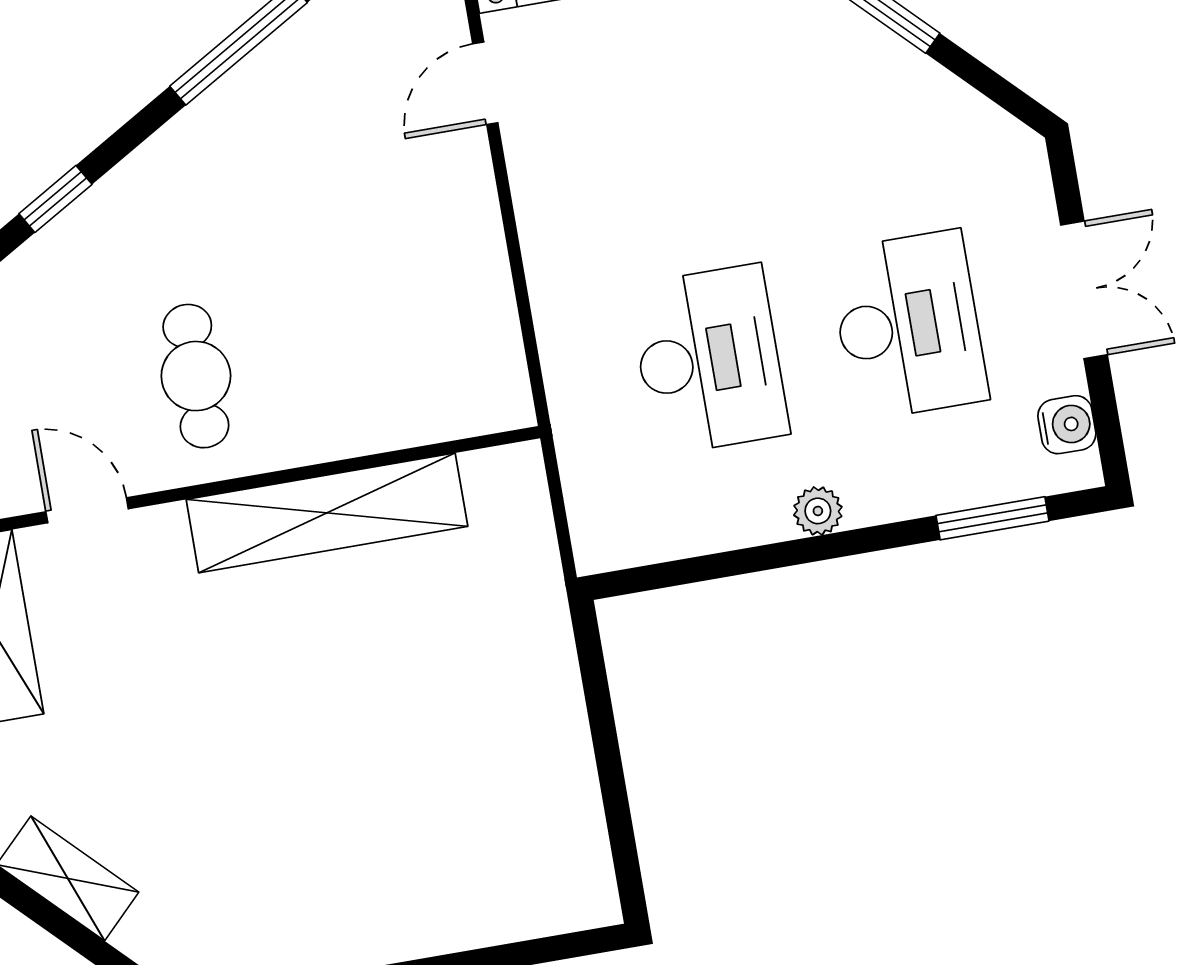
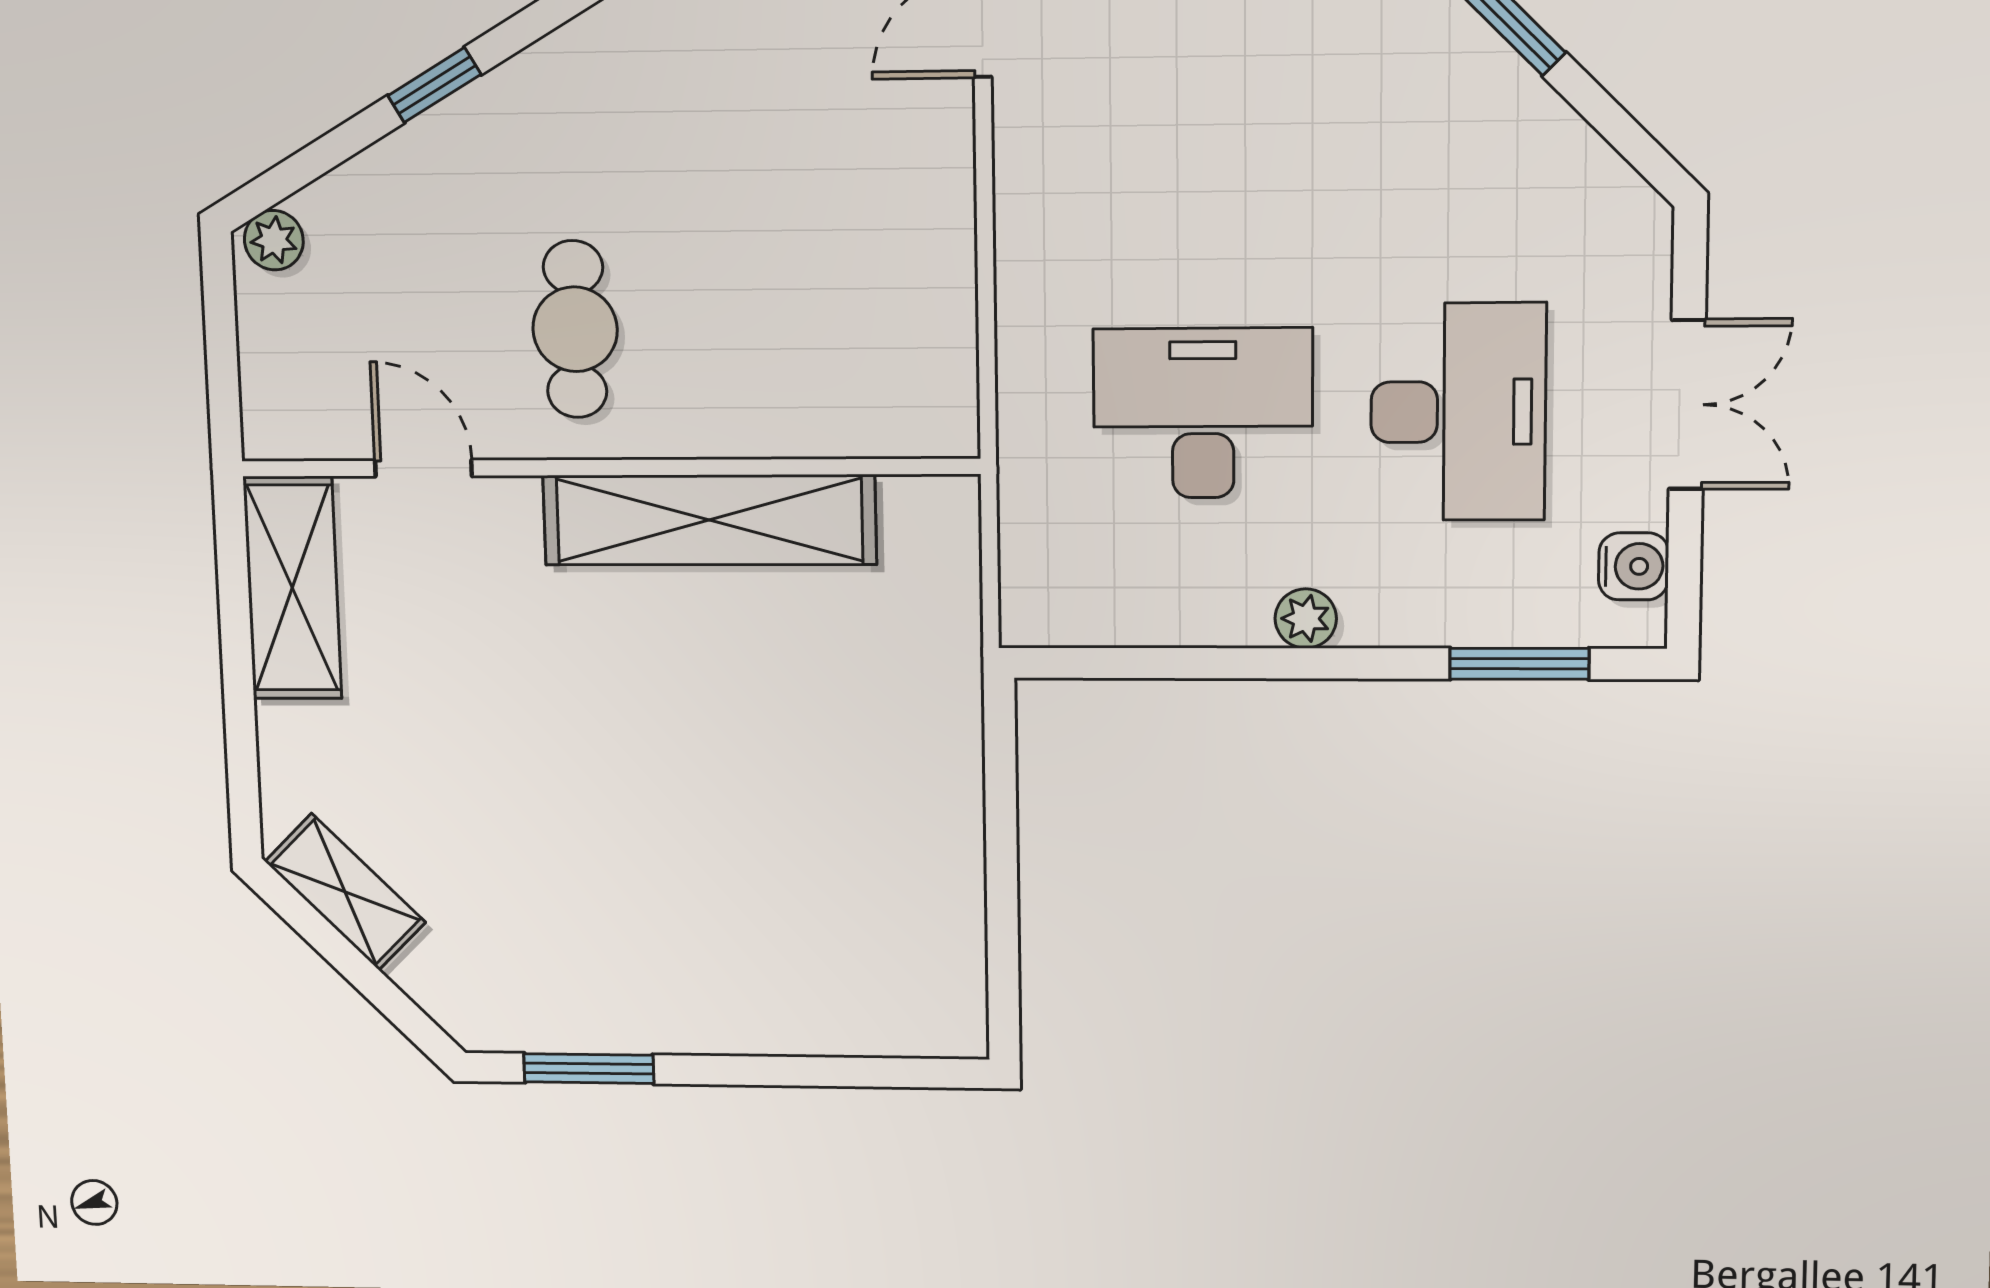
desk: (709, 360) -> (1203, 413), turned -90

